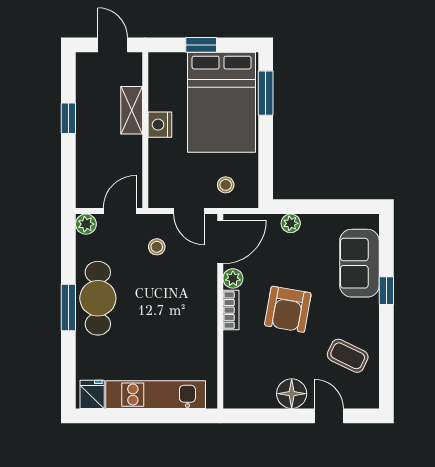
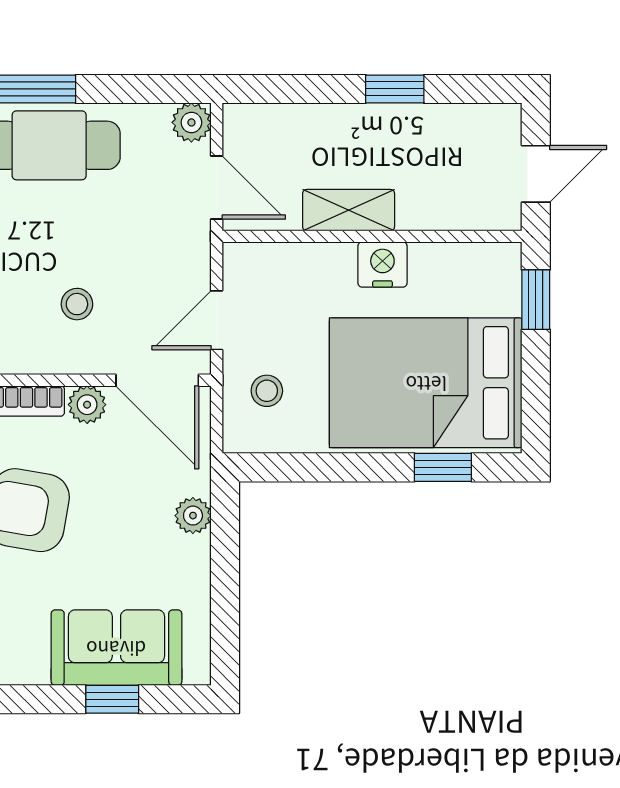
window: (201, 45) -> (536, 300), moved
window: (266, 93) -> (443, 467), width x0.67
shelving: (132, 110) -> (349, 210), moved
stool: (157, 247) -> (77, 304), moved
window: (386, 291) -> (112, 699), moved

